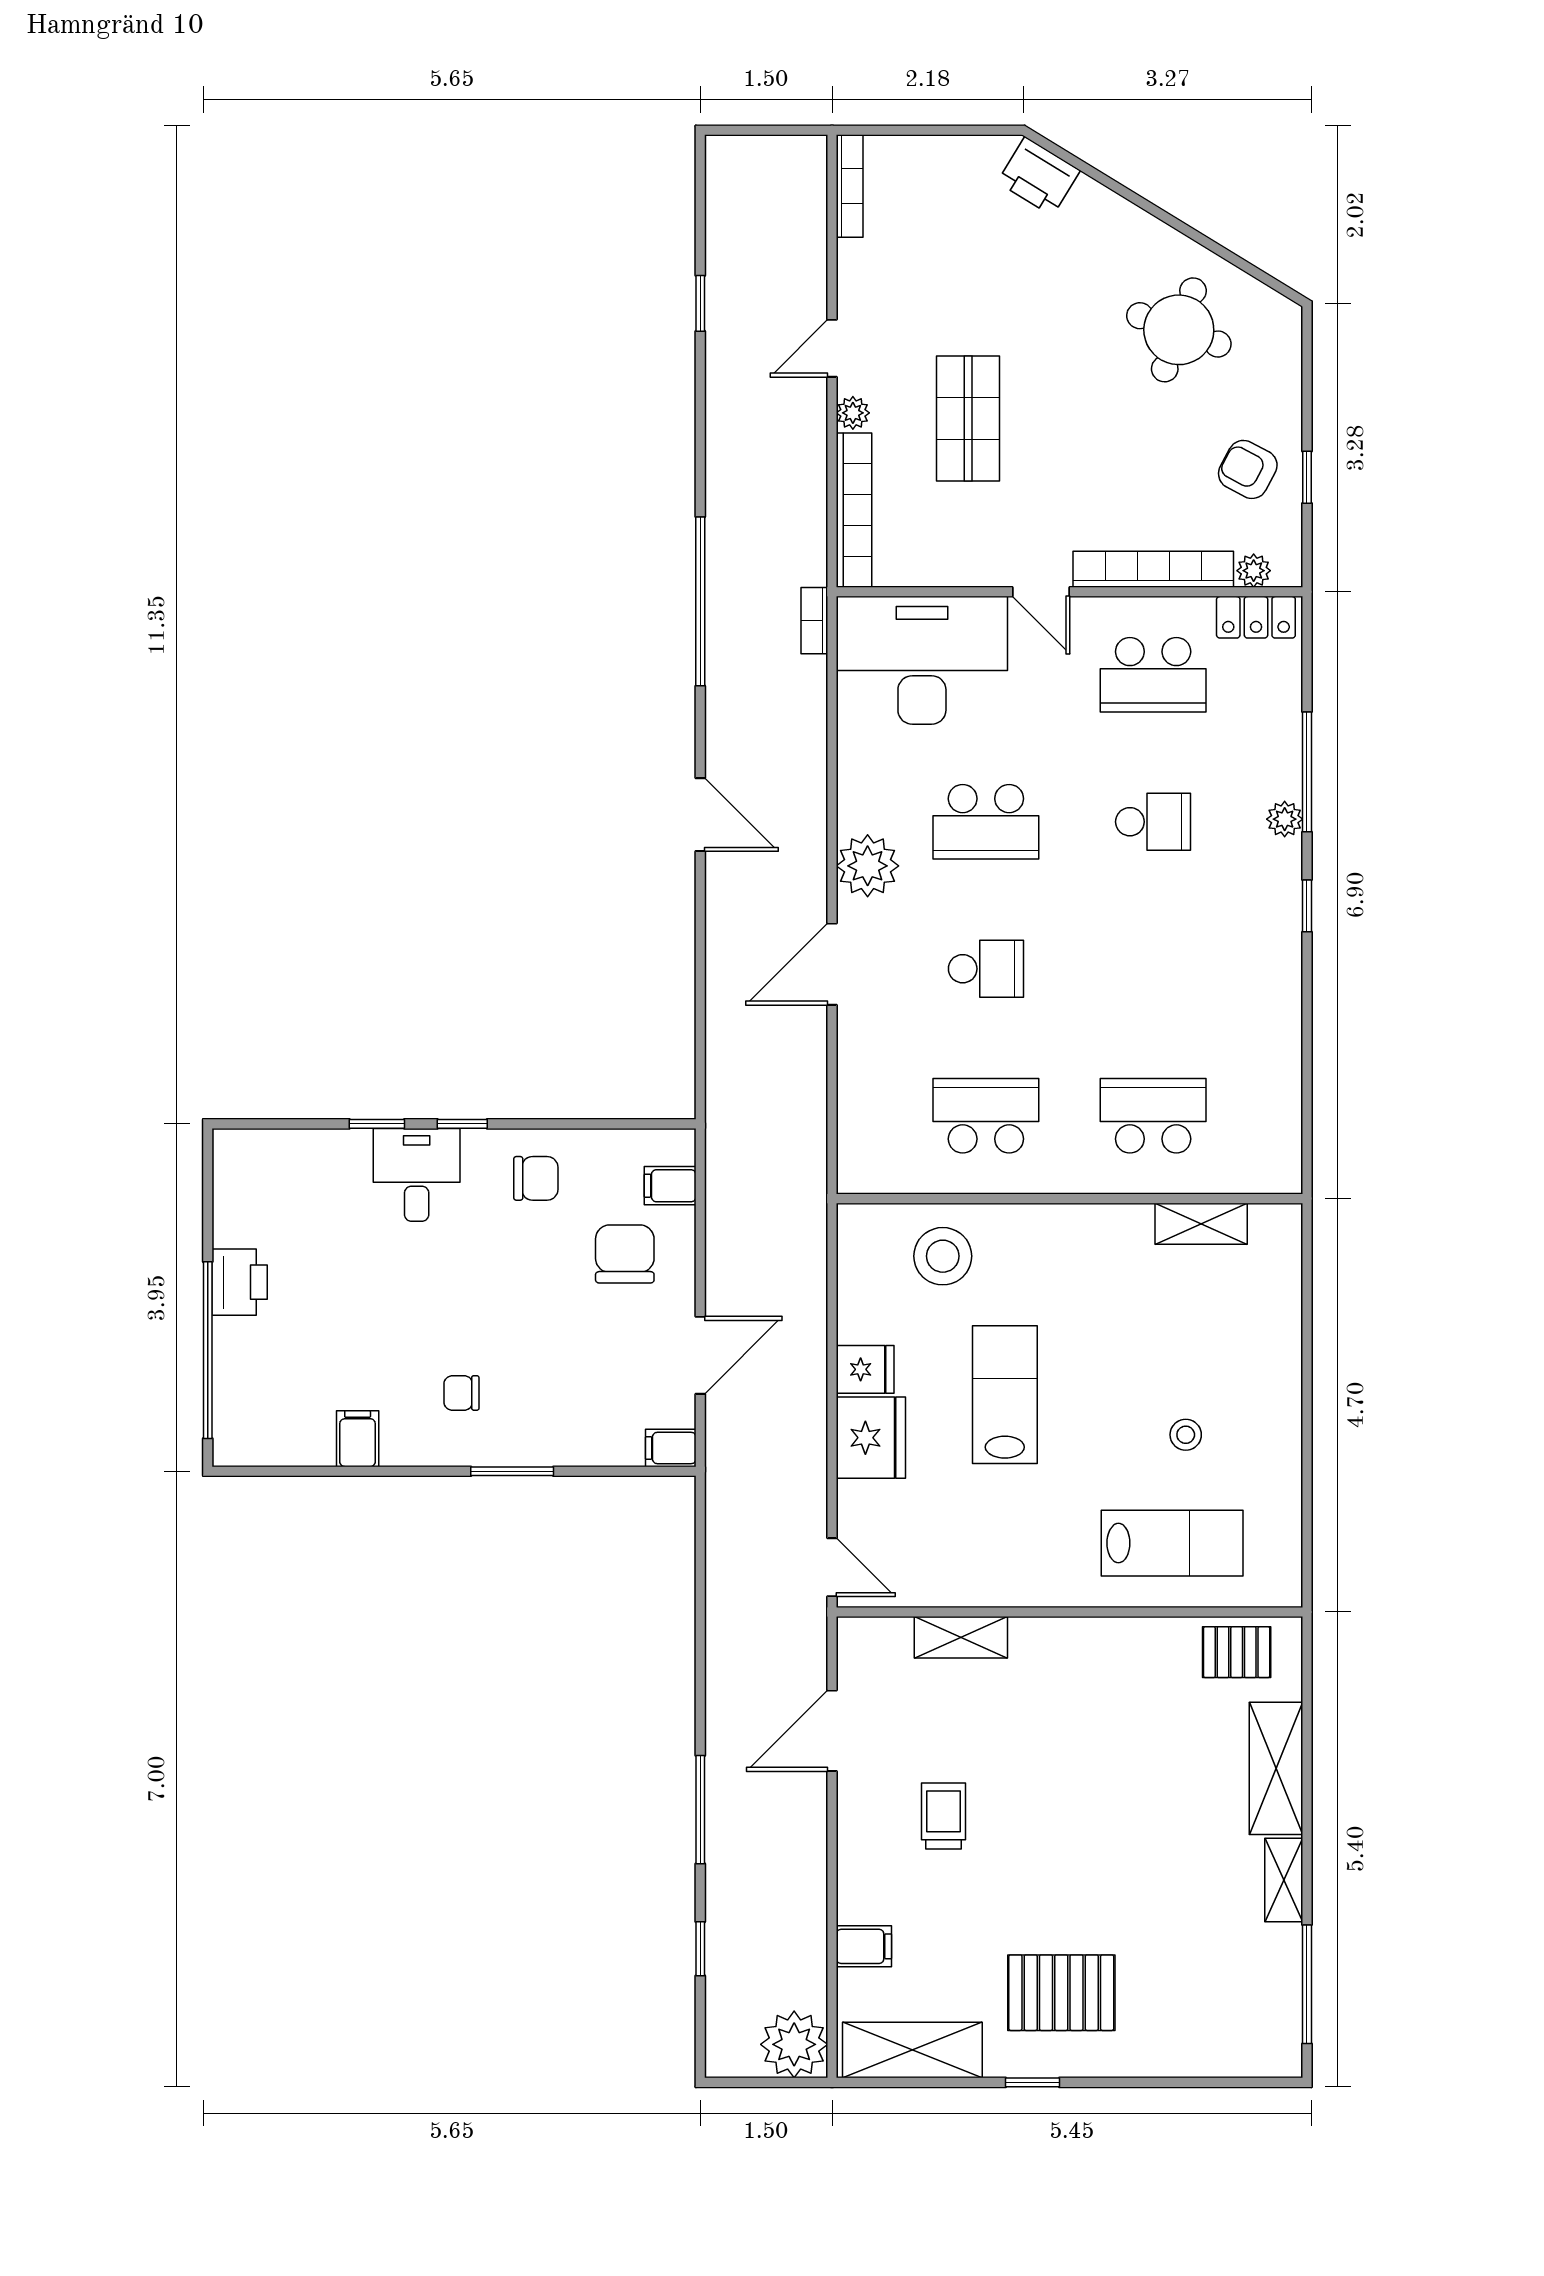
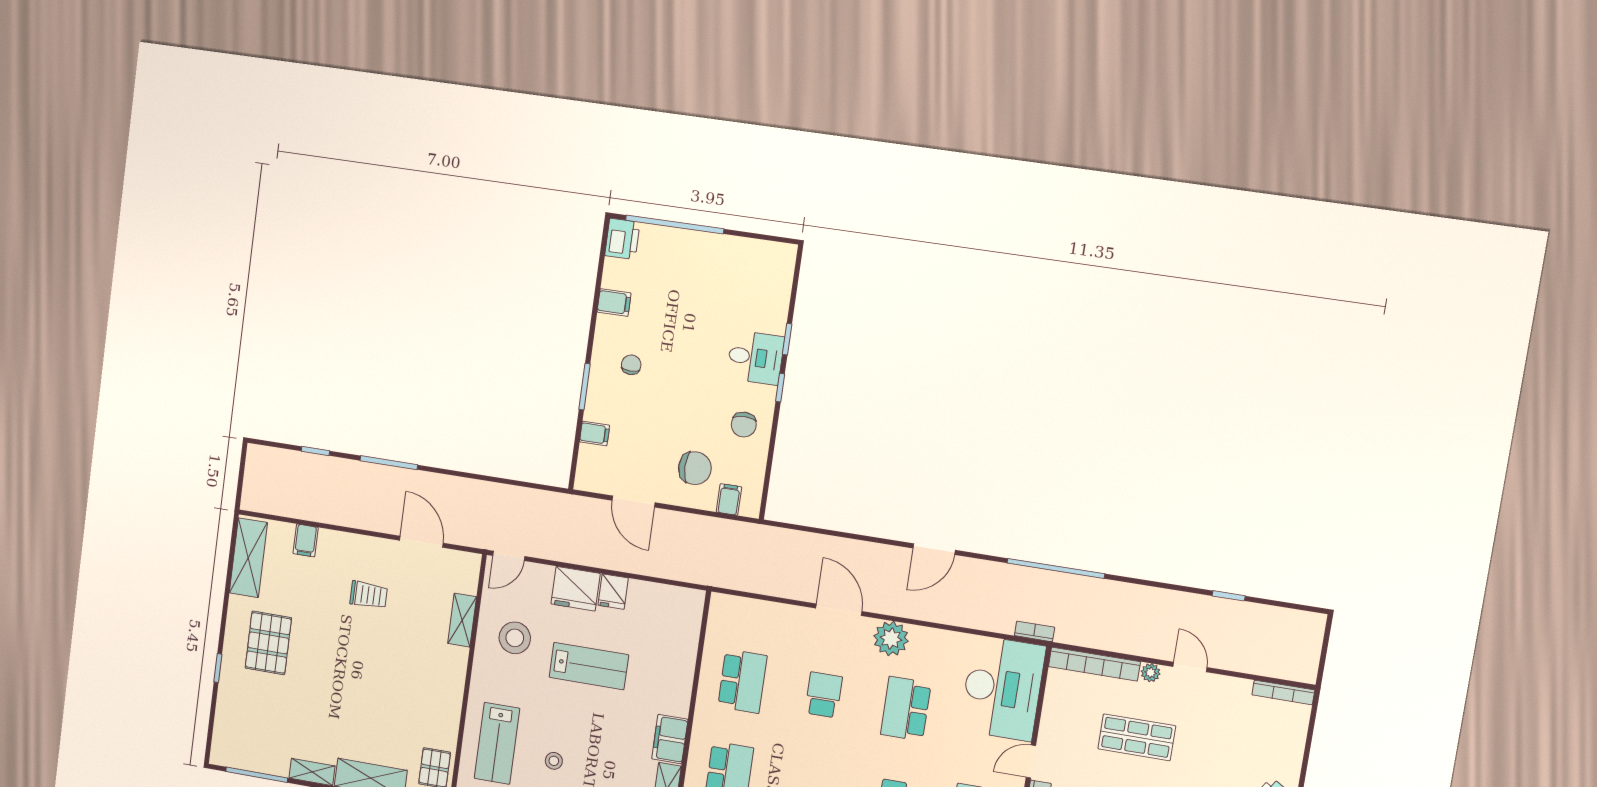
school desk: (986, 969) -> (824, 695), turned 180
filing cabinet: (1111, 1230) -> (670, 739), added
stool: (943, 1256) -> (515, 638), moved
printer: (240, 1282) -> (622, 239), moved, turned -90
filing cabinet: (671, 1448) -> (595, 433), moved, turned 90
plant: (794, 2044) -> (259, 494), removed
window: (1032, 2082) -> (218, 668), moved

